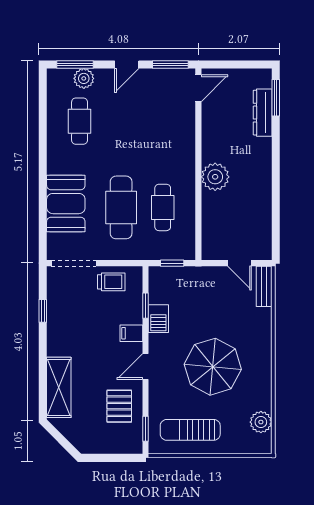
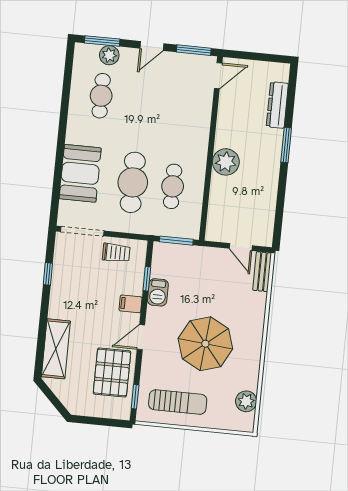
window: (276, 98) -> (286, 145), moved
window: (172, 263) -> (176, 241), width x1.50
pallet: (119, 406) -> (112, 373), width x1.50, depth x1.42
sun lounger: (190, 430) -> (178, 402), turned 180

